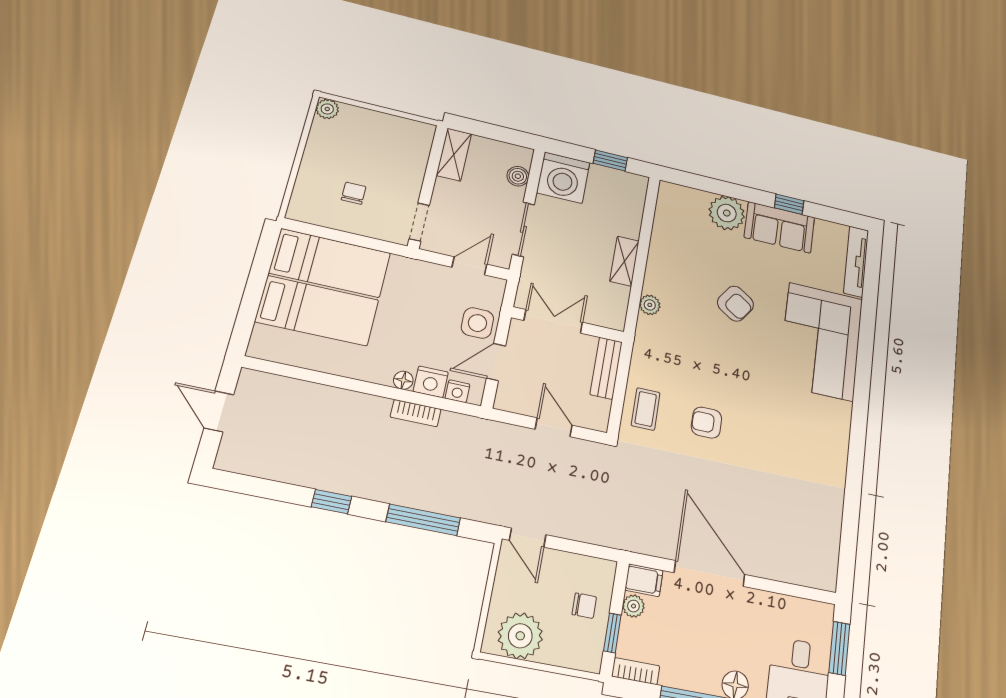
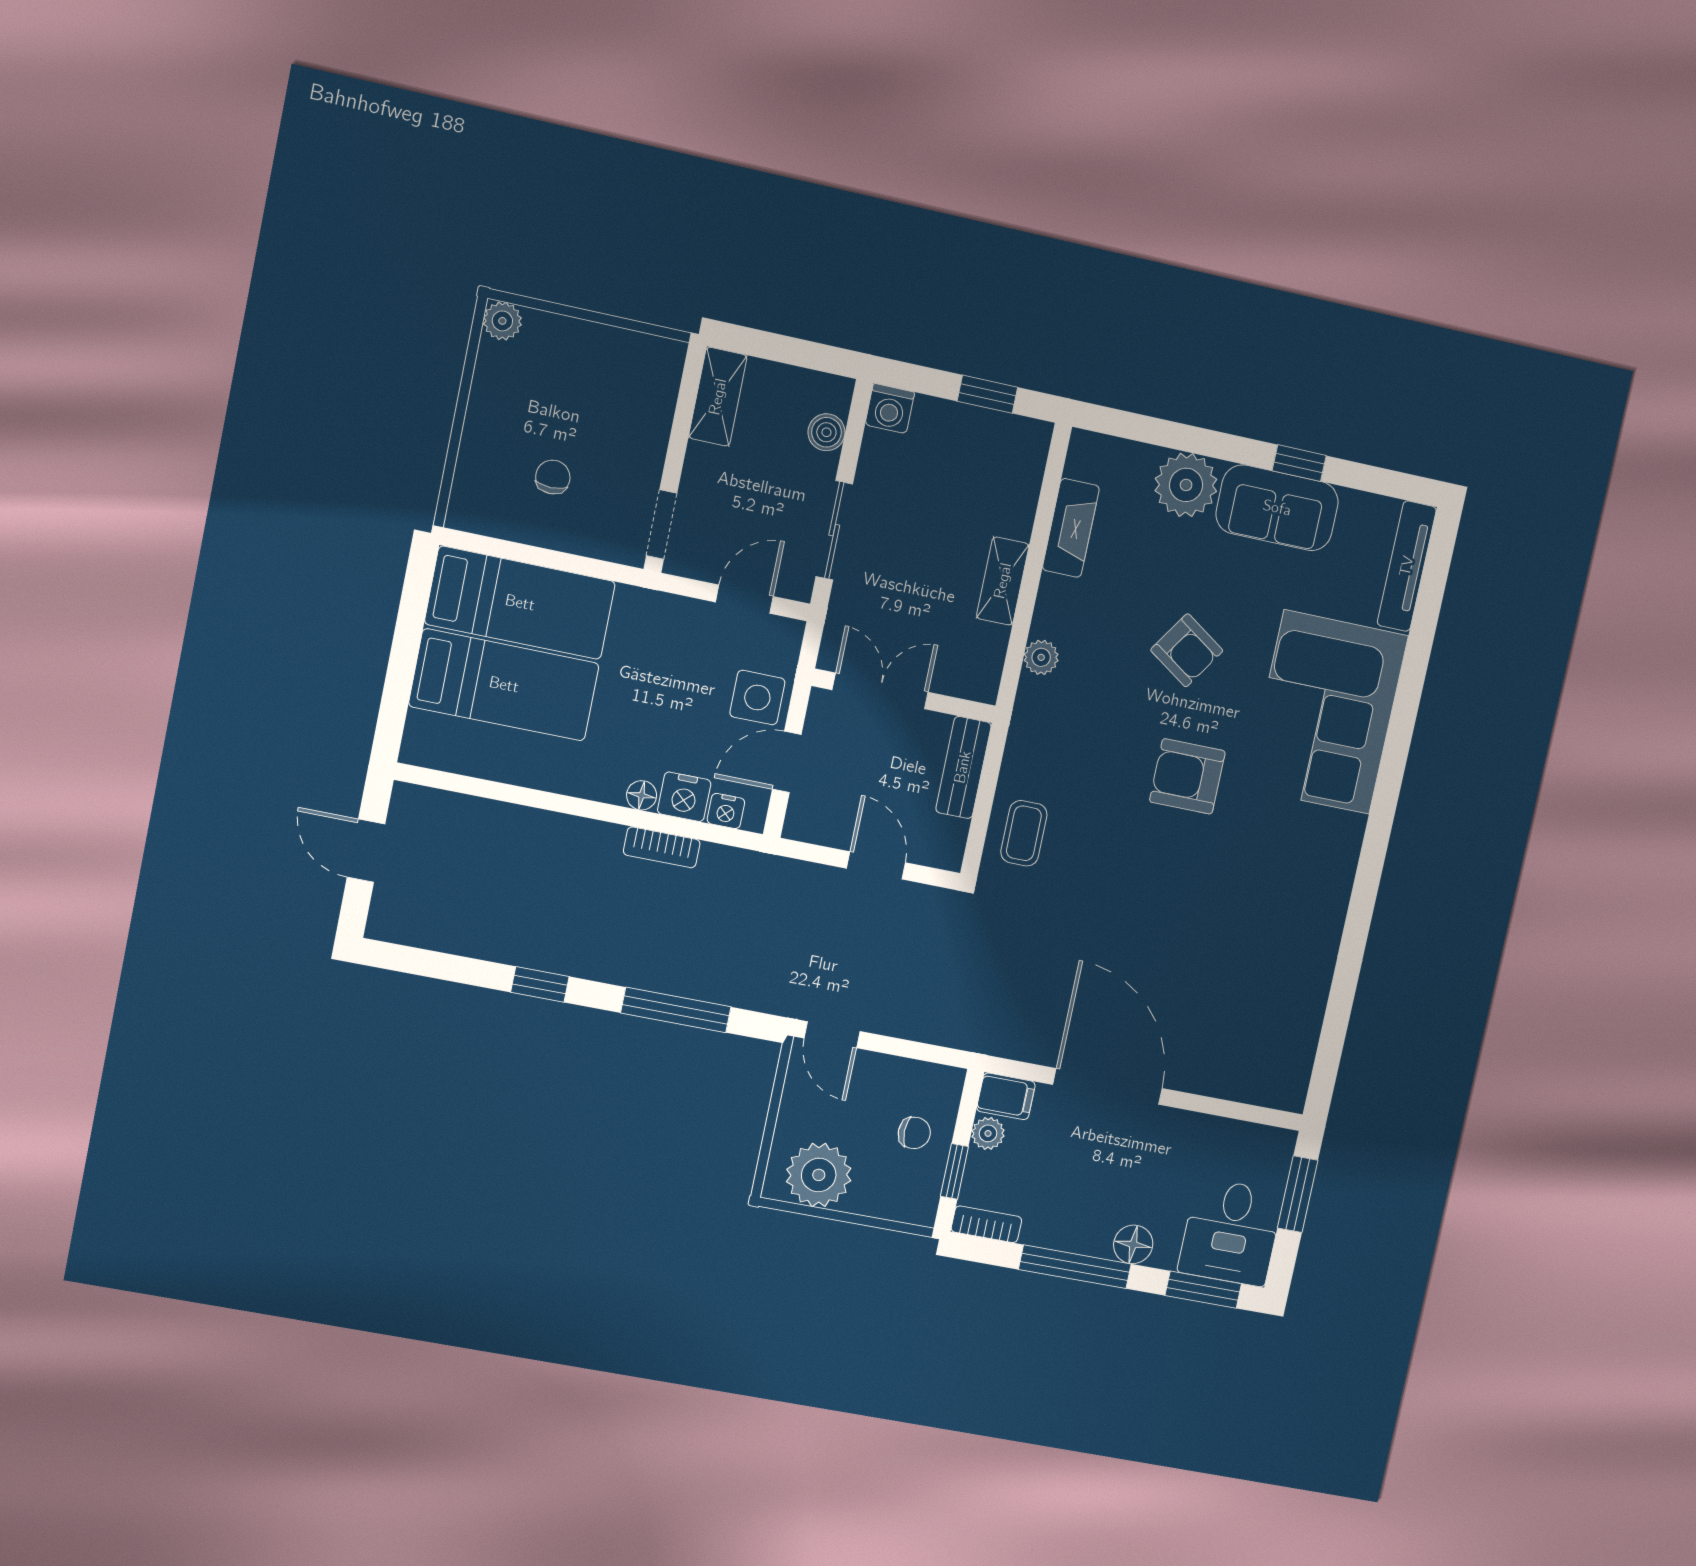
washing machine: (563, 178) -> (890, 408), width x0.53, depth x0.53
fireplace: (663, 233) -> (1071, 528), added
armchair: (706, 423) -> (1187, 776), moved, width x1.38, depth x1.38

